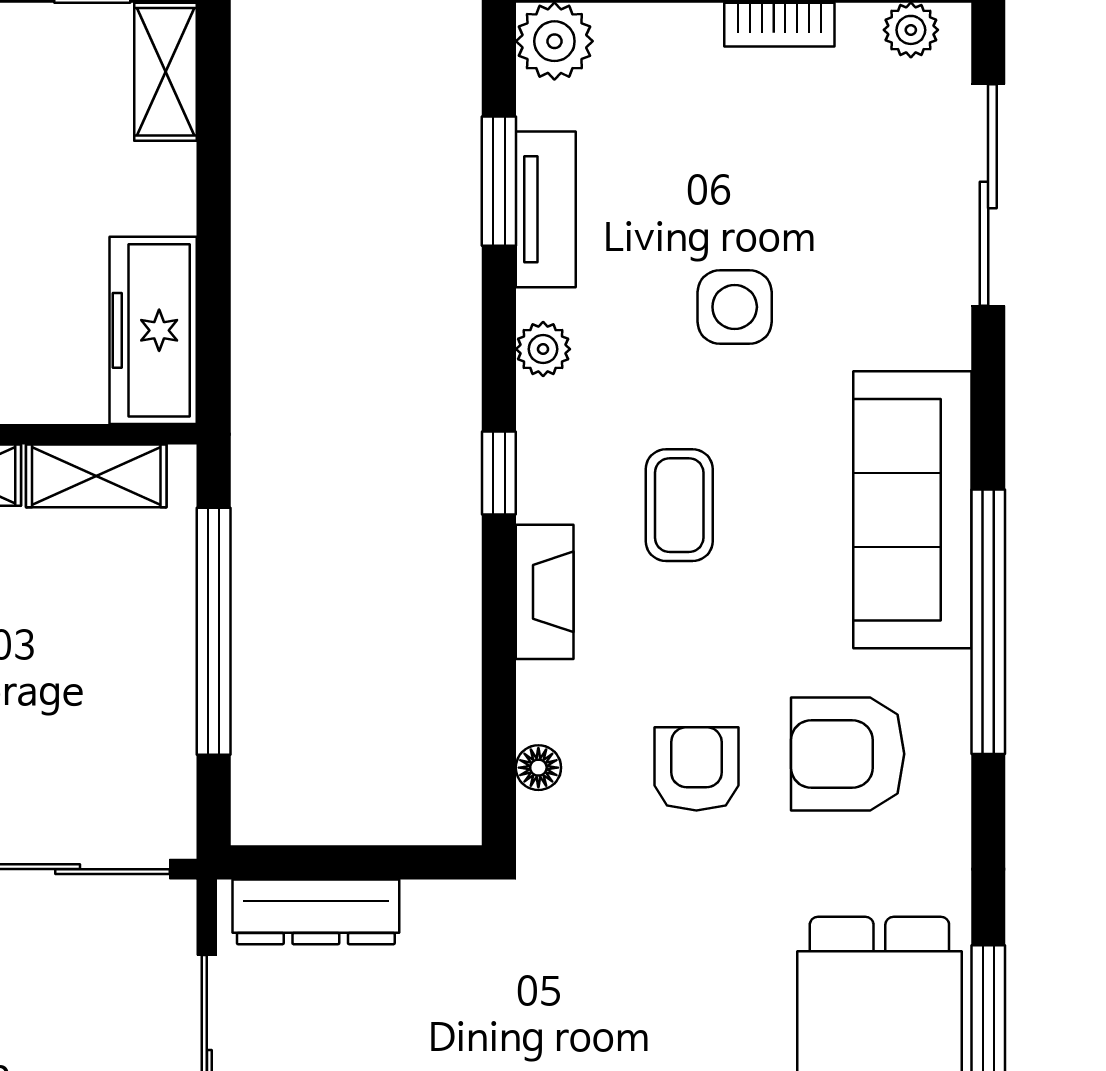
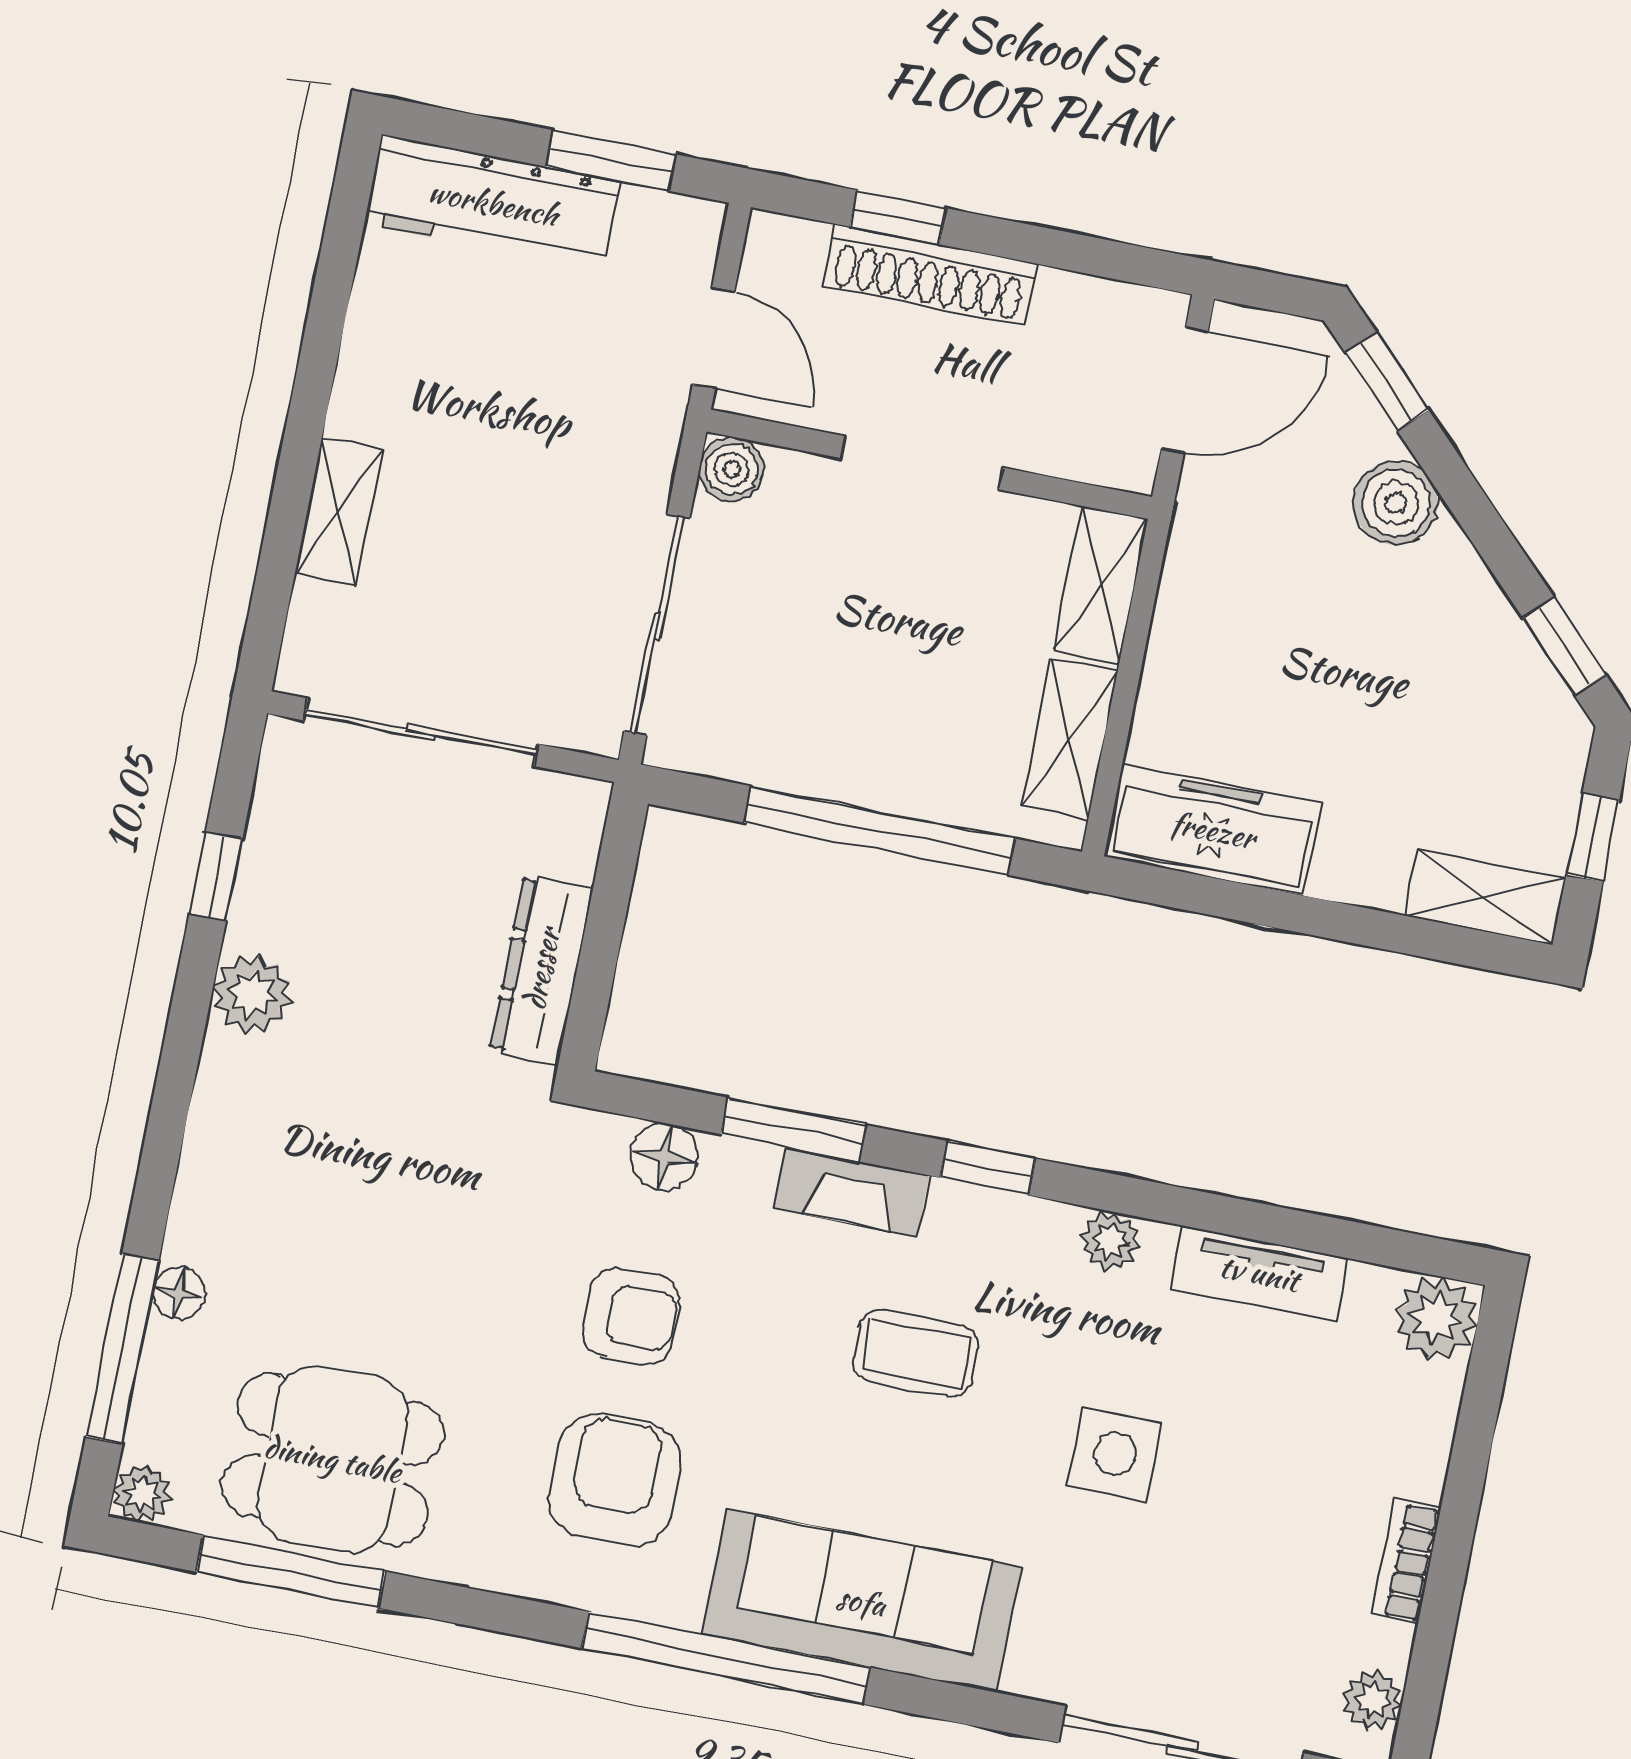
window: (499, 181) -> (794, 1130), moved
floor lamp: (538, 768) -> (664, 1157), width x1.37, depth x1.37
dresser: (316, 912) -> (541, 969), moved

